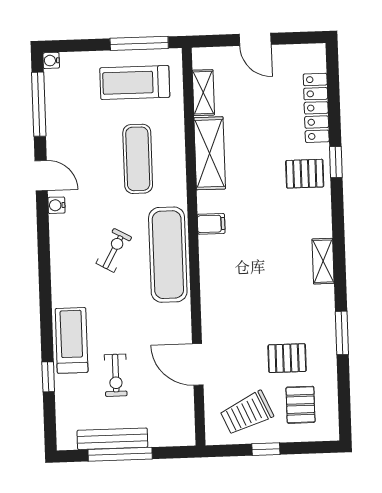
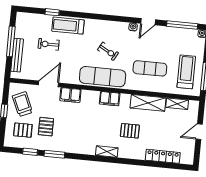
window: (336, 162) -> (30, 152), moved
pallet: (305, 174) -> (130, 131), moved, turned 90
filing cabinet: (211, 224) -> (110, 99), width x2.00
shelving: (323, 261) -> (107, 152), moved
filing cabinet: (215, 316) -> (70, 95), added
treadmill: (72, 340) -> (68, 26), turned 180
bench: (112, 439) -> (17, 55), moved

